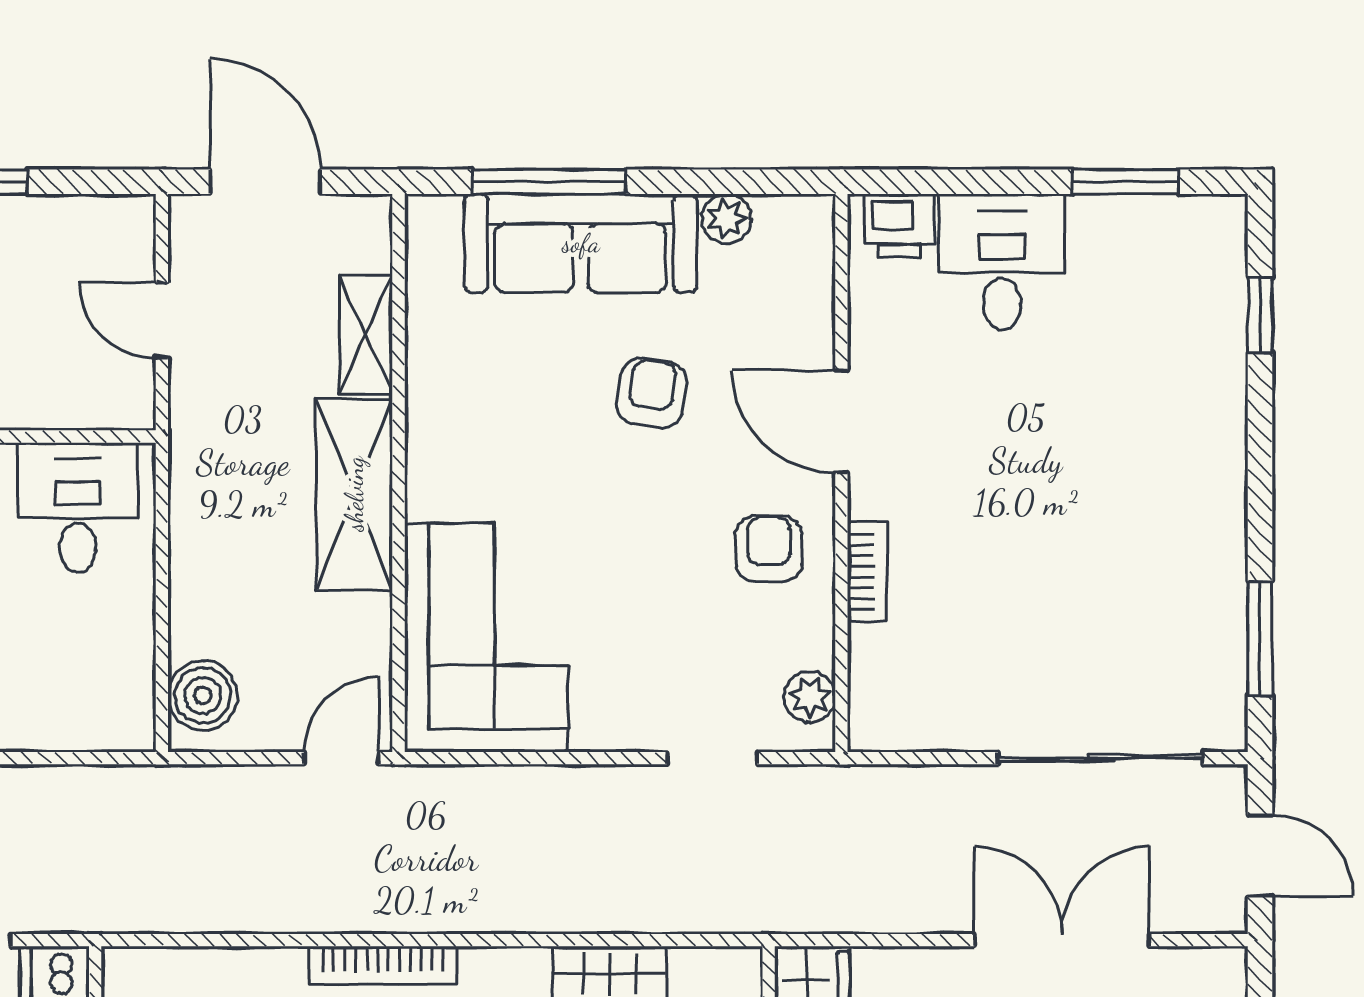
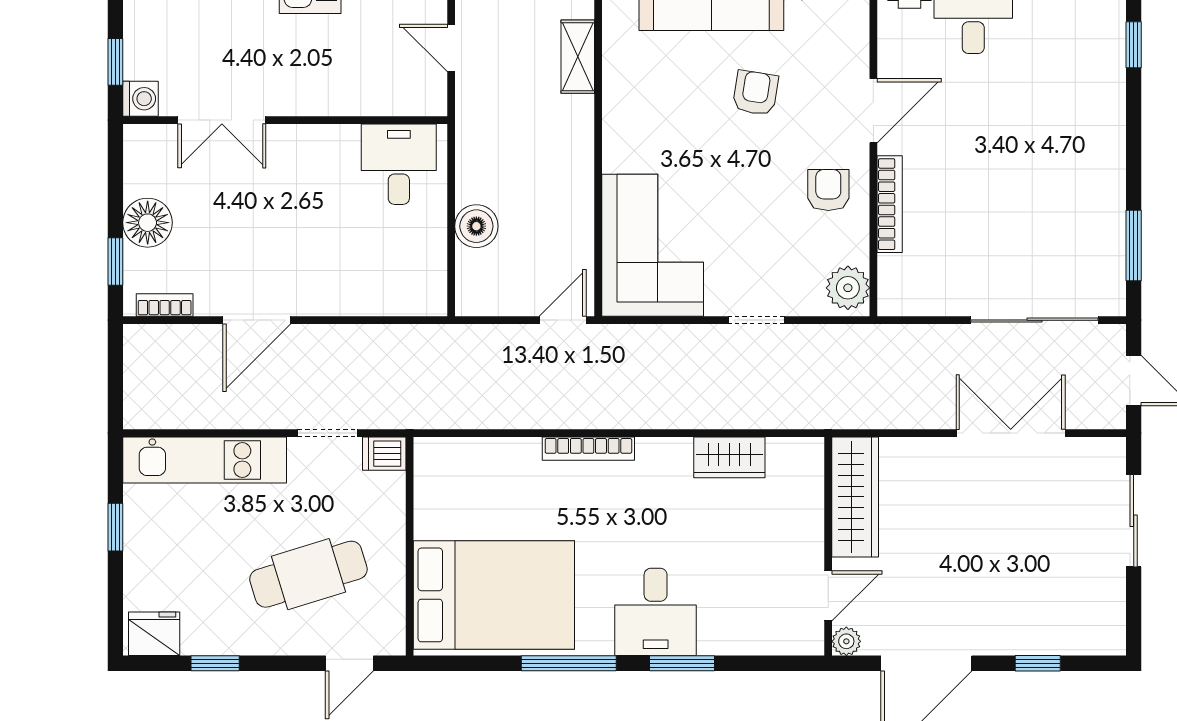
door: (841, 421) -> (873, 111), swing flipped
shelving: (354, 494) -> (571, 156), removed
bookcase: (867, 572) -> (890, 204), width x1.56
boiler: (203, 696) -> (476, 226), moved
plant: (810, 697) -> (848, 288), width x1.38, depth x1.38
doorway: (712, 758) -> (757, 320), moved

